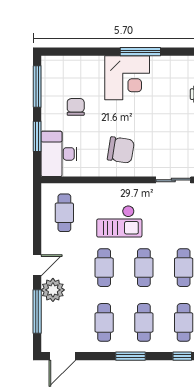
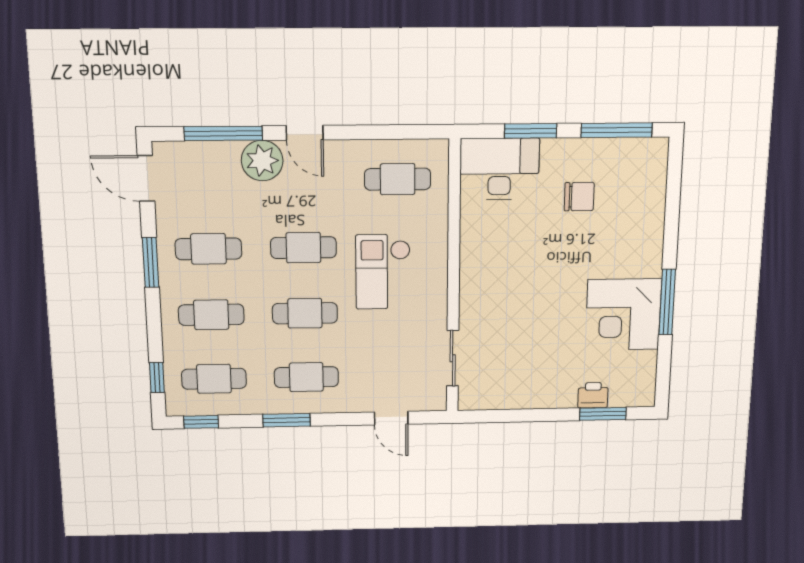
corner desk: (127, 78) -> (623, 315), moved
chair: (121, 150) -> (504, 273), removed
window: (130, 356) -> (151, 262), moved

